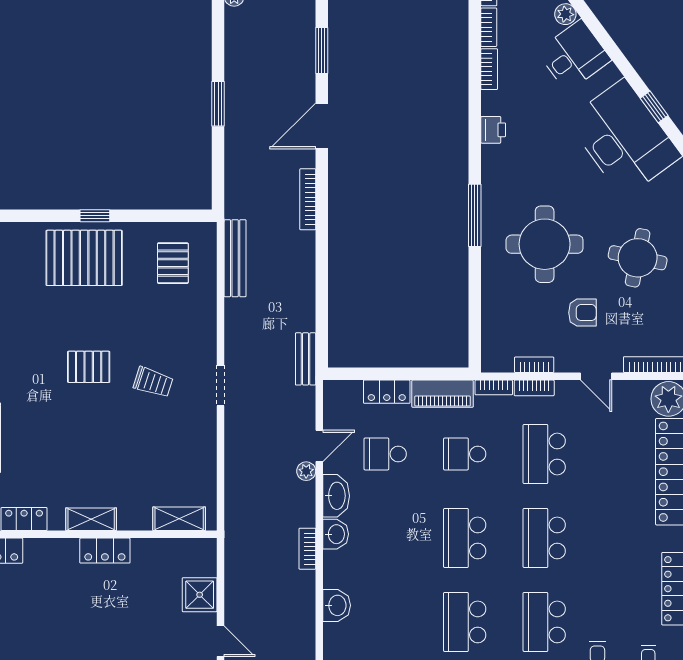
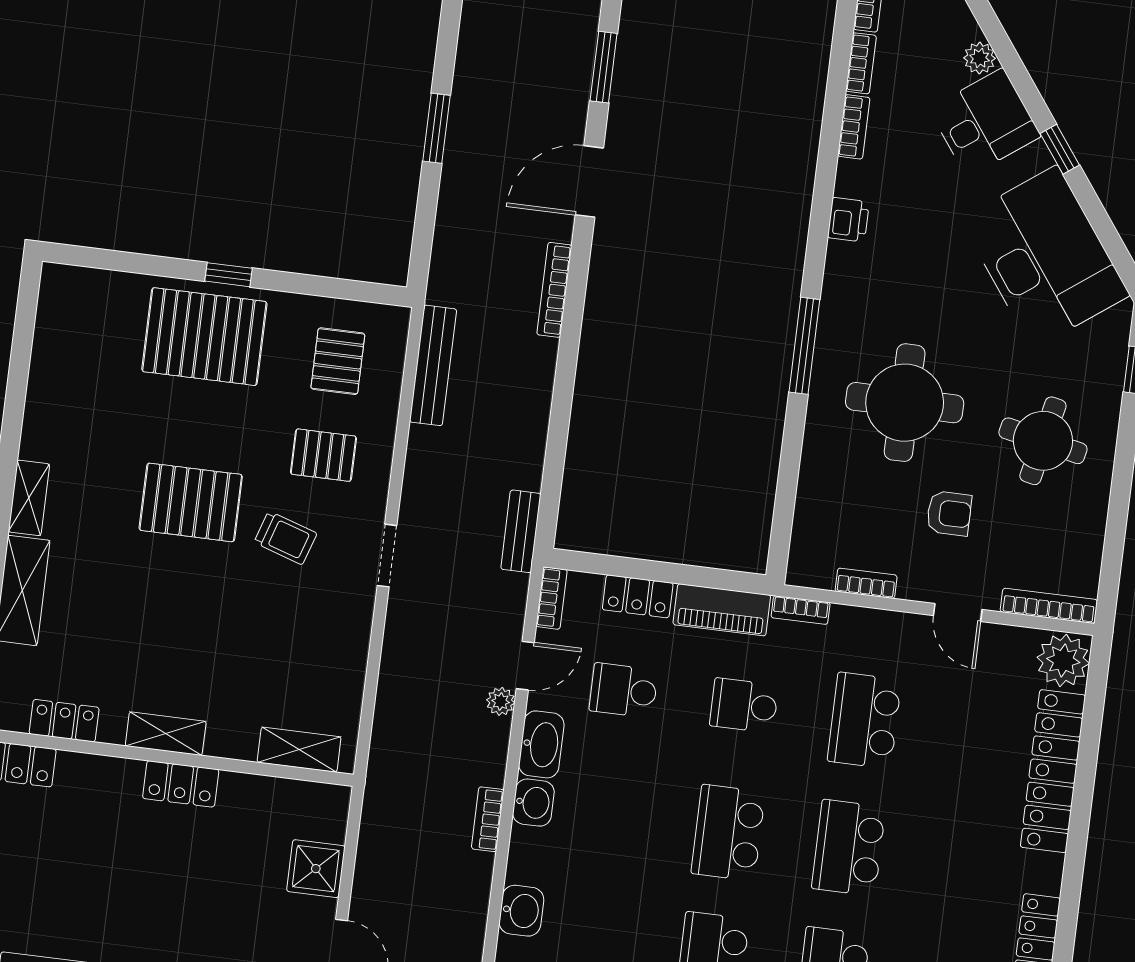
window: (654, 107) -> (1060, 149), moved
pallet: (171, 325) -> (323, 455), added
pallet: (89, 367) -> (191, 502), width x1.50, depth x1.42
bookcase: (534, 388) -> (552, 598), moved, turned -90

